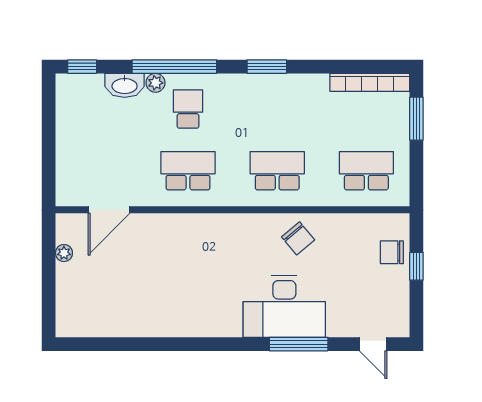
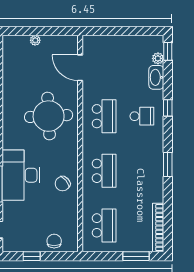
window: (174, 67) -> (168, 108), width x0.32
plant: (156, 83) -> (158, 58), moved
plant: (64, 253) -> (35, 40), moved
round table: (188, 261) -> (49, 116), added
window: (416, 266) -> (32, 256), moved

